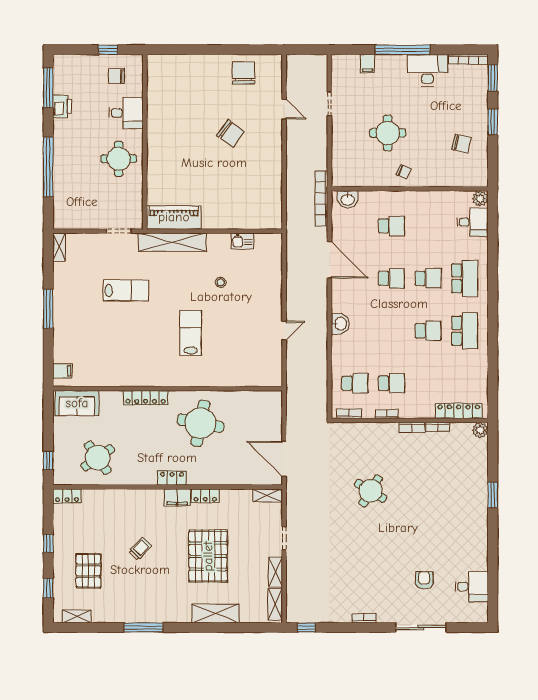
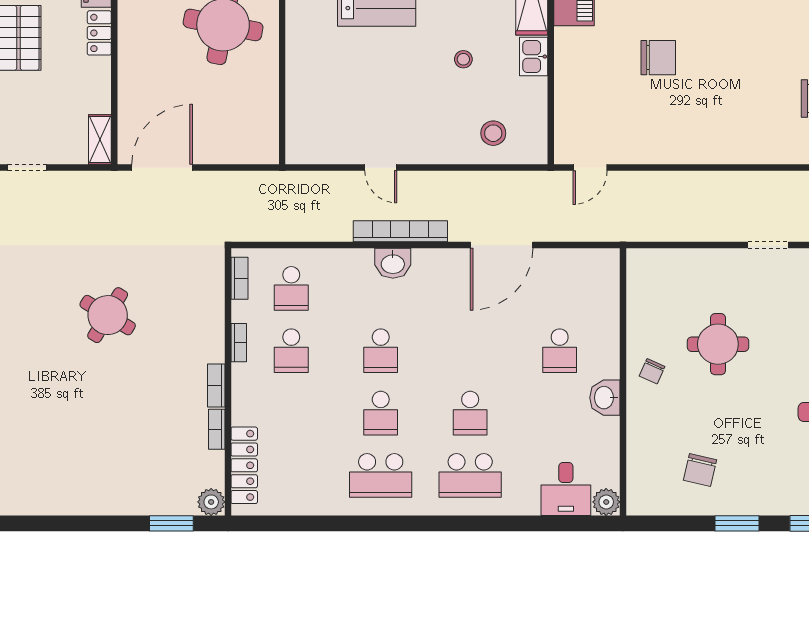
door: (284, 109) -> (590, 168), moved
chair: (231, 133) -> (658, 58), moved, turned -126
bookcase: (321, 198) -> (400, 231), moved
washbasin: (348, 199) -> (605, 398), moved
kitchen sink: (242, 241) -> (534, 57), moved
stool: (264, 265) -> (493, 133), added
school desk: (391, 278) -> (381, 351), moved
window: (493, 495) -> (171, 523), moved

